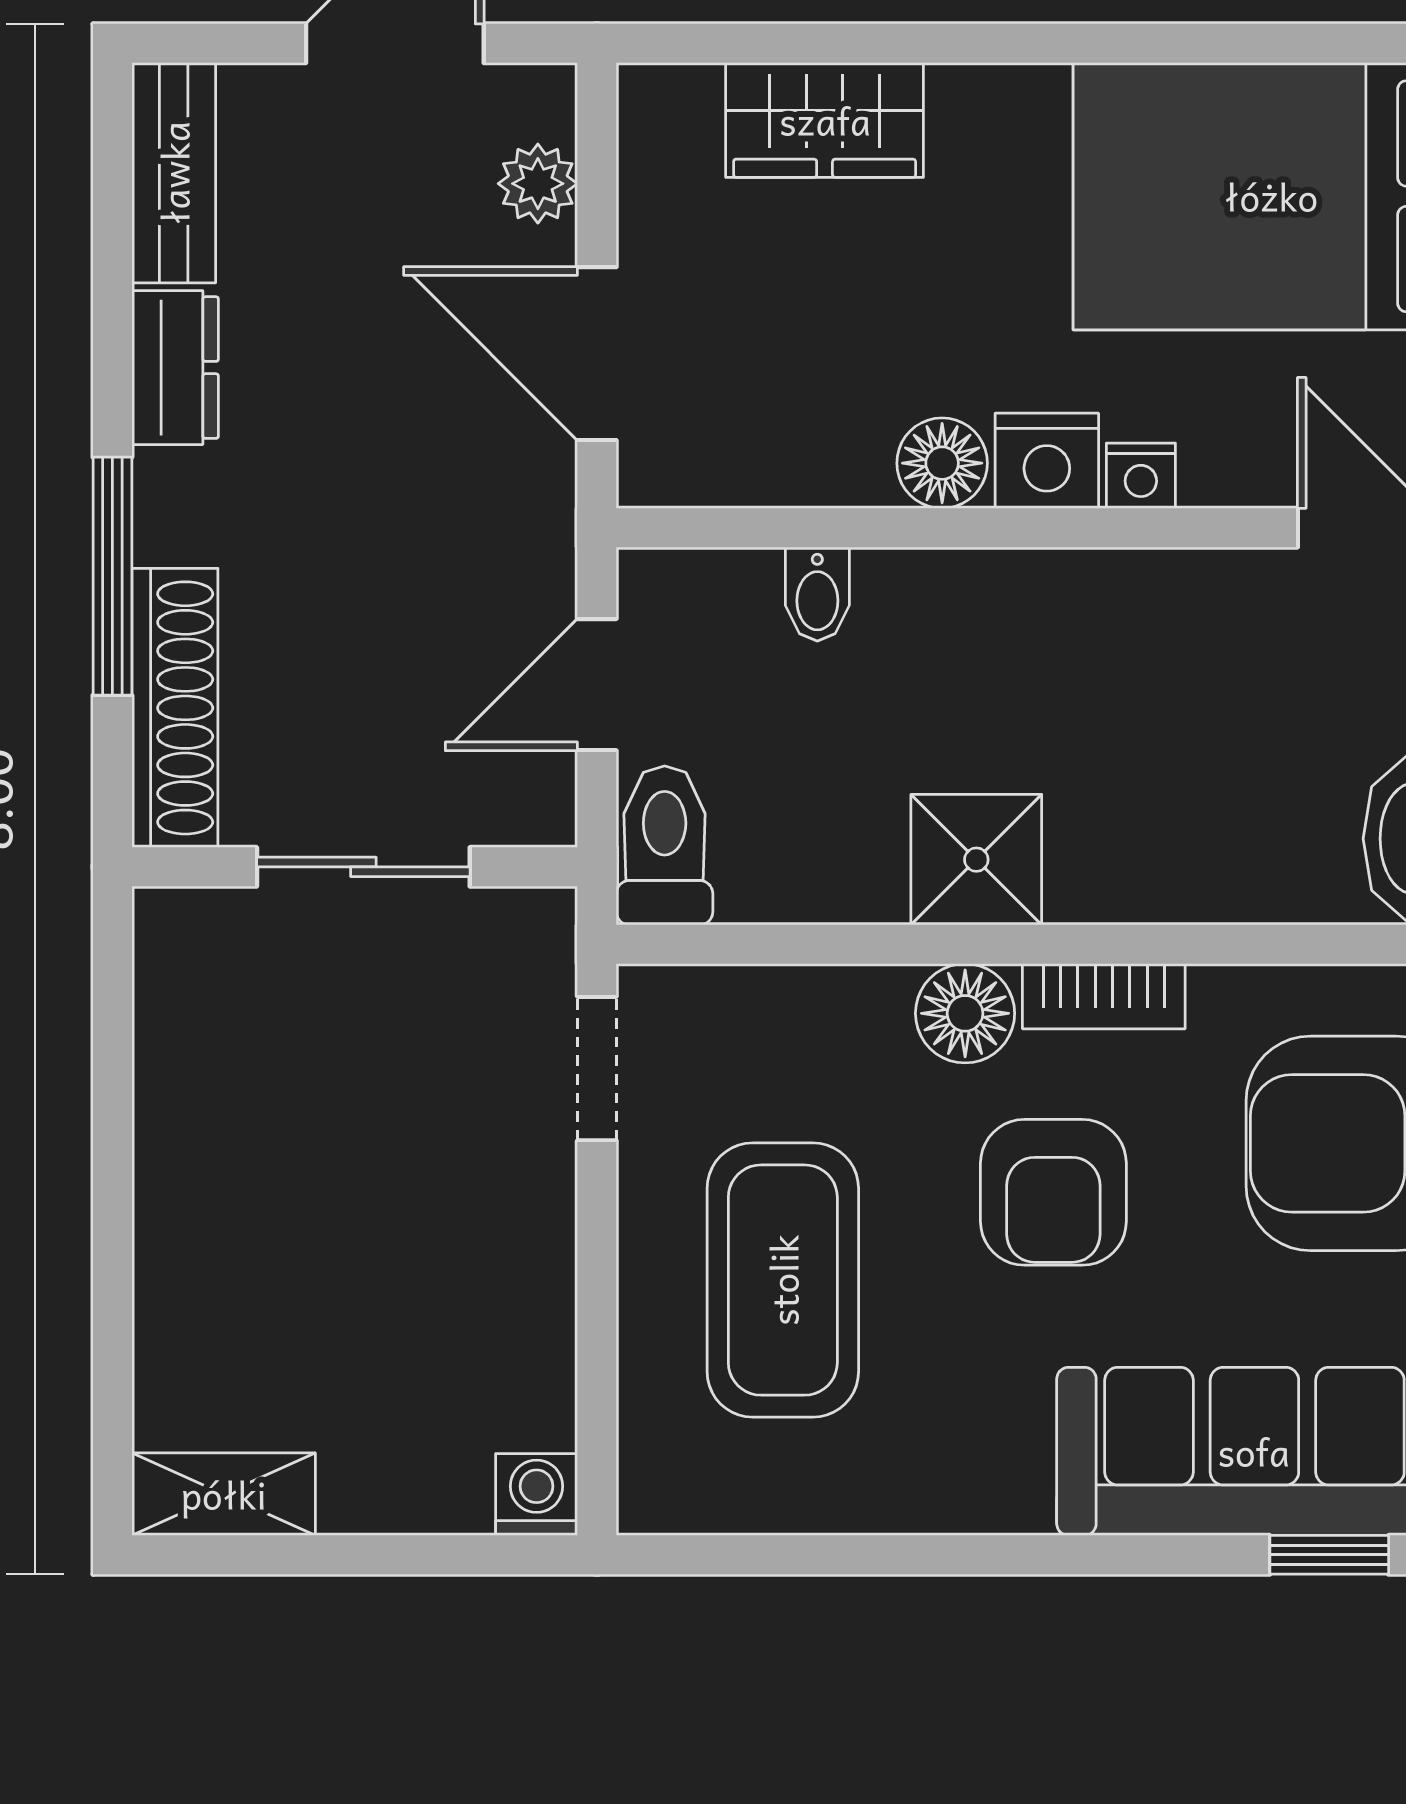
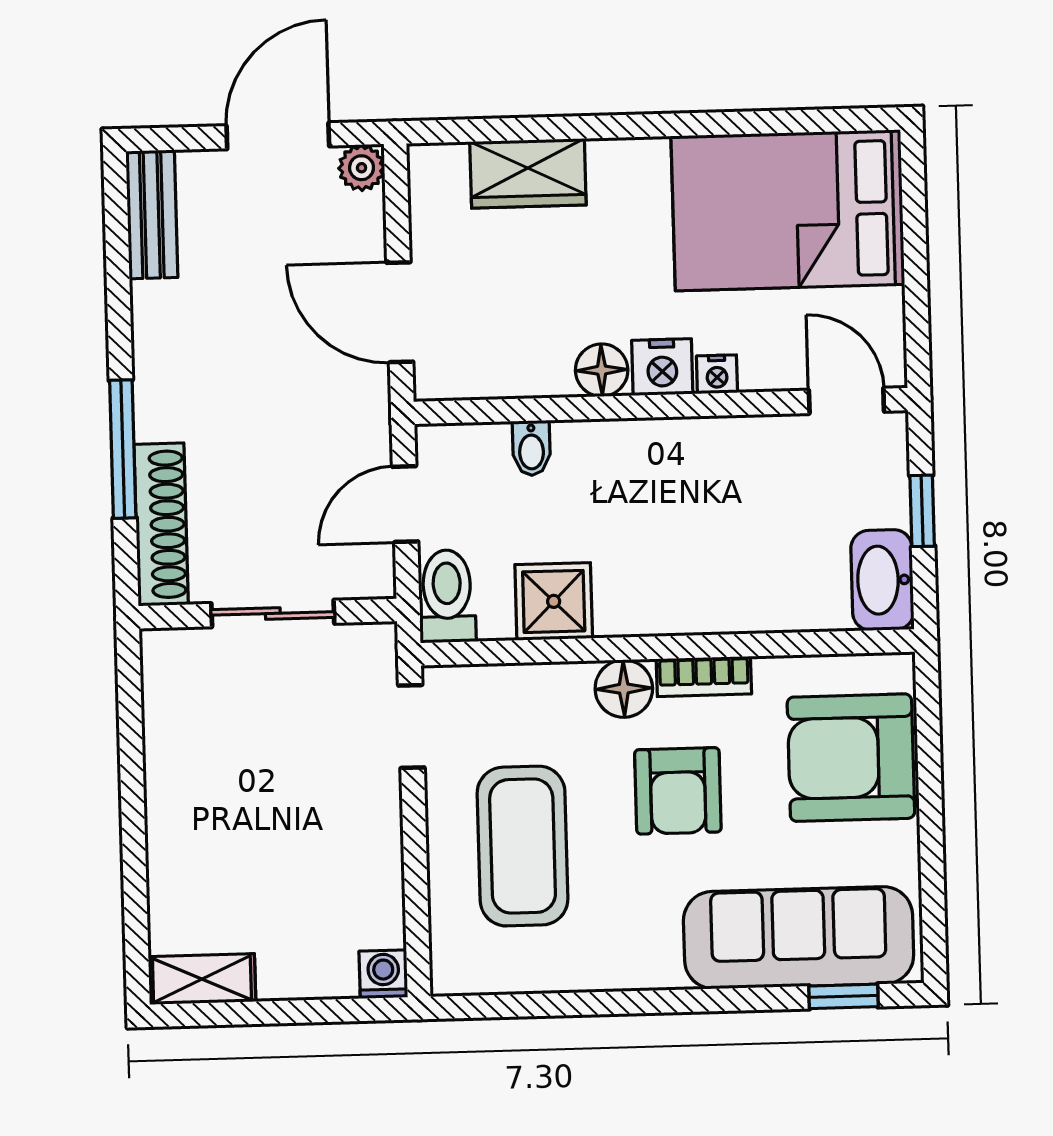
plant: (538, 184) -> (362, 168), moved
dresser: (175, 368) -> (156, 327), removed
shower: (976, 860) -> (554, 601), moved

